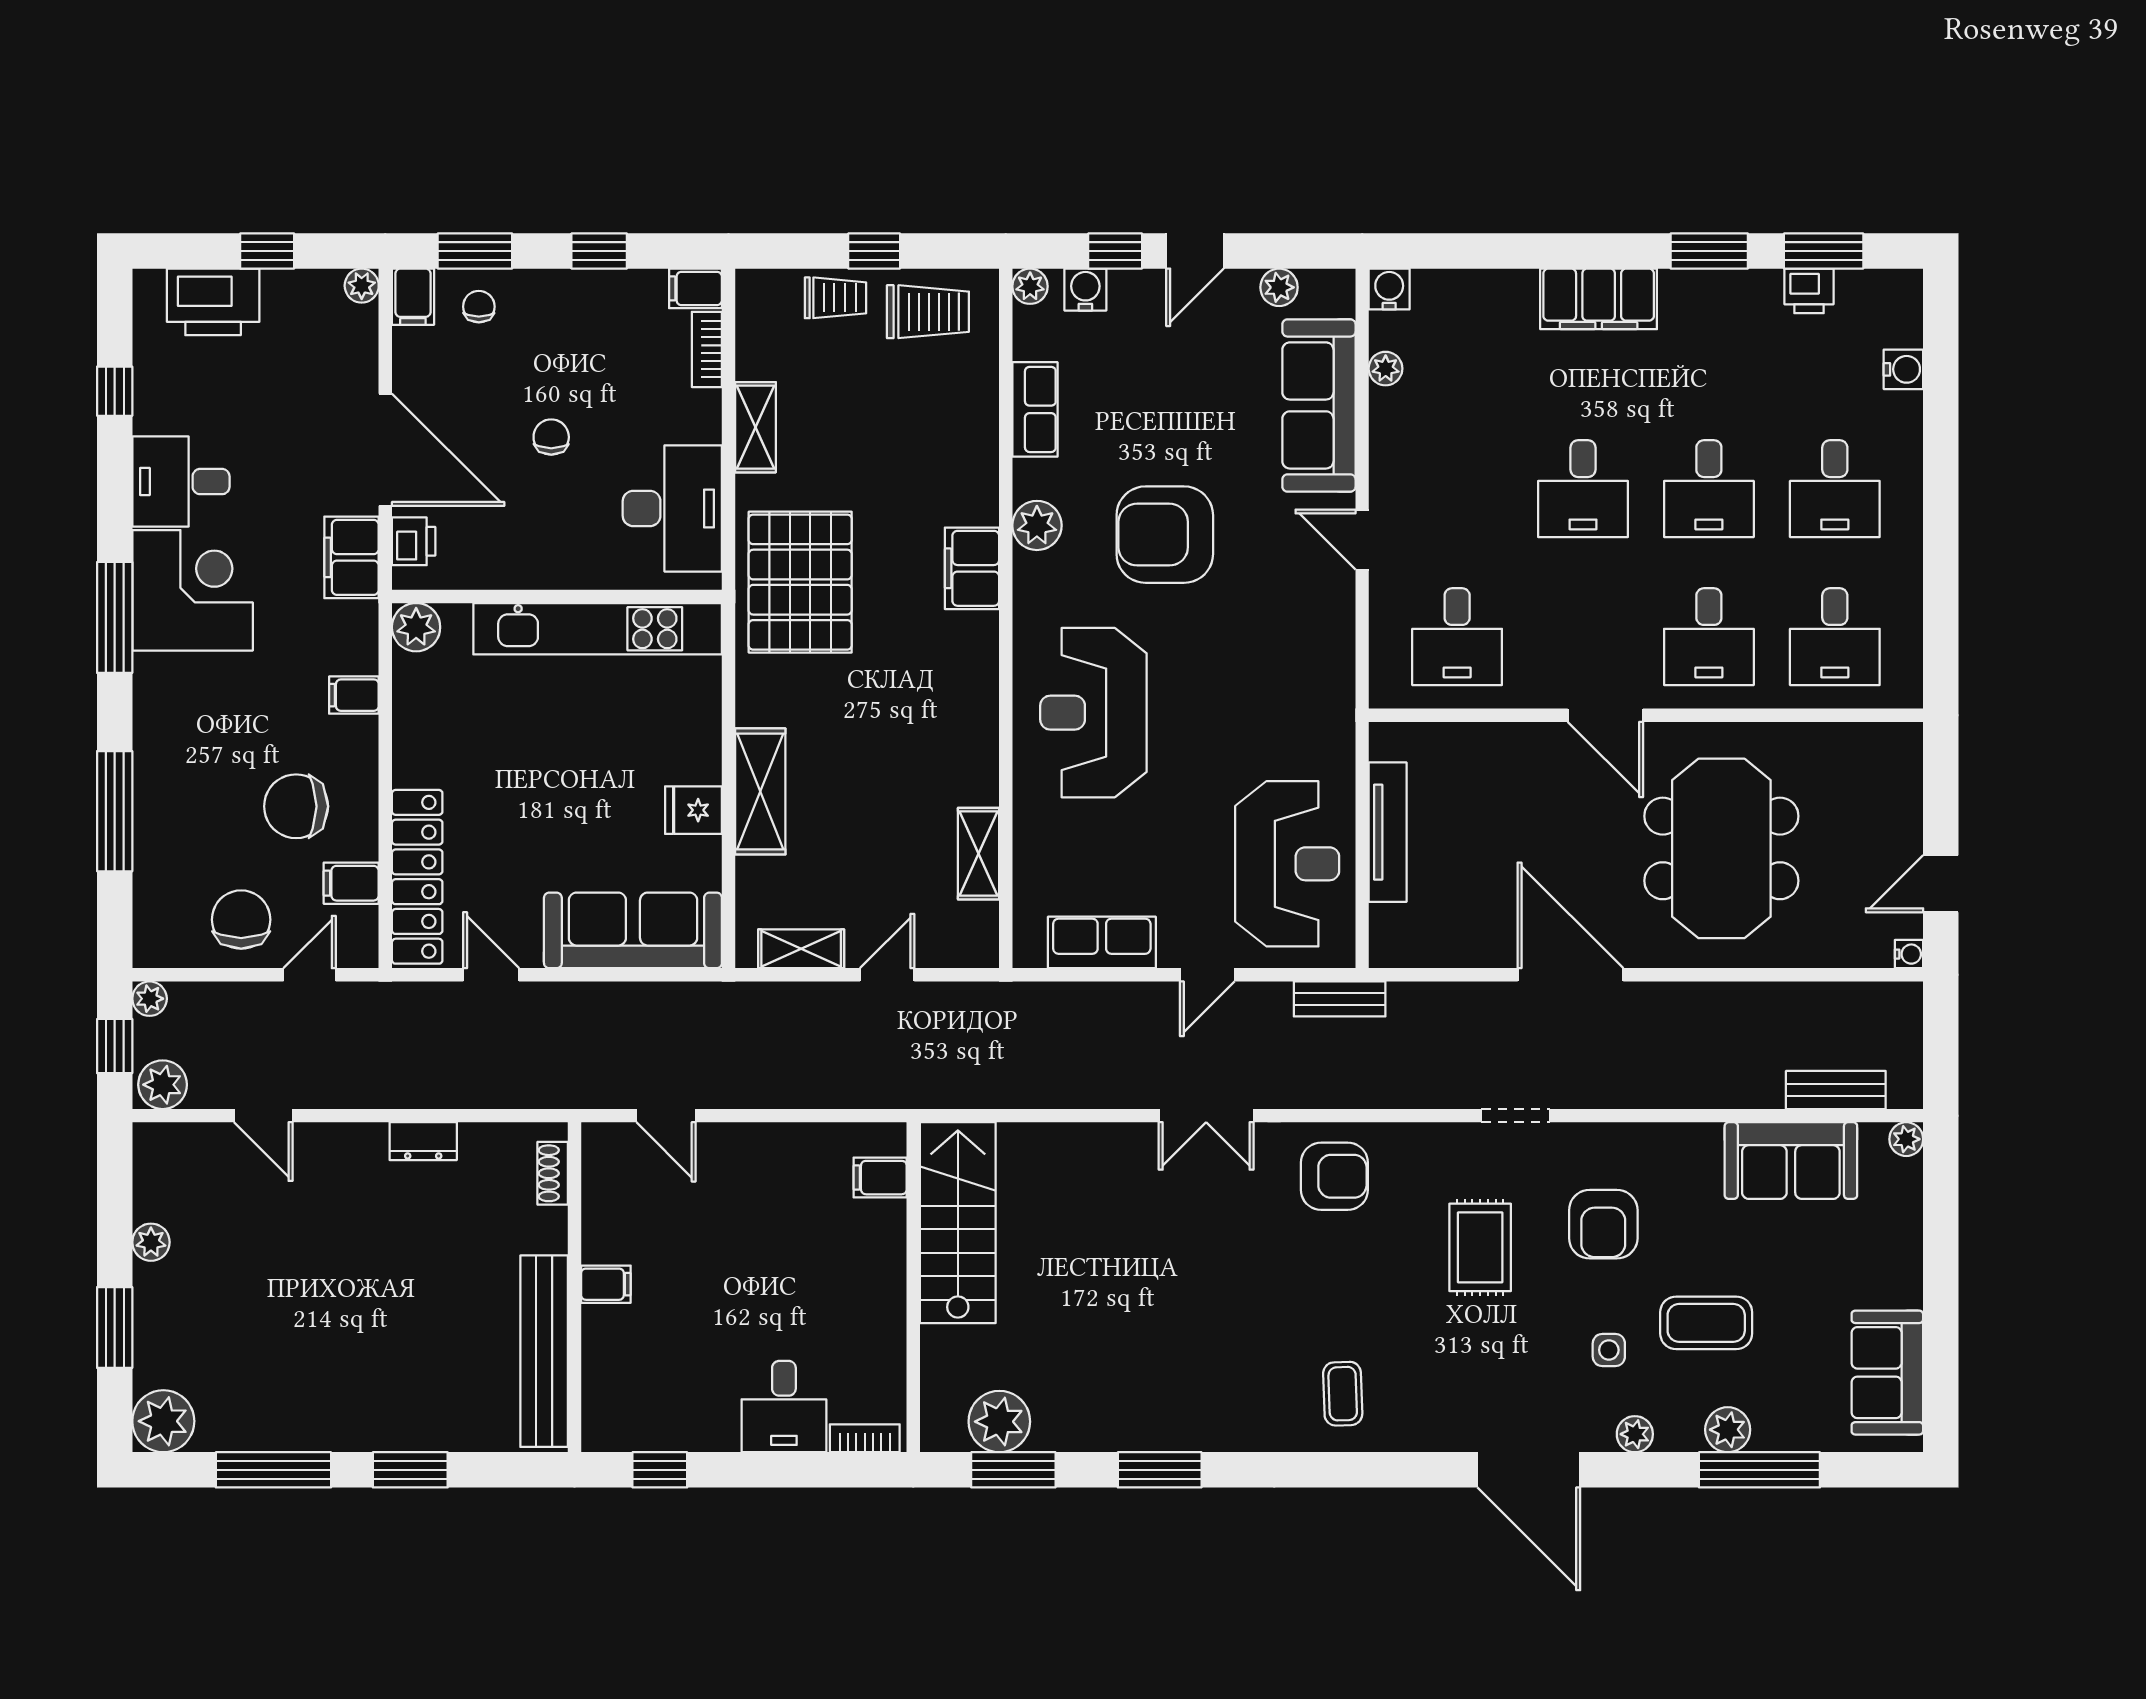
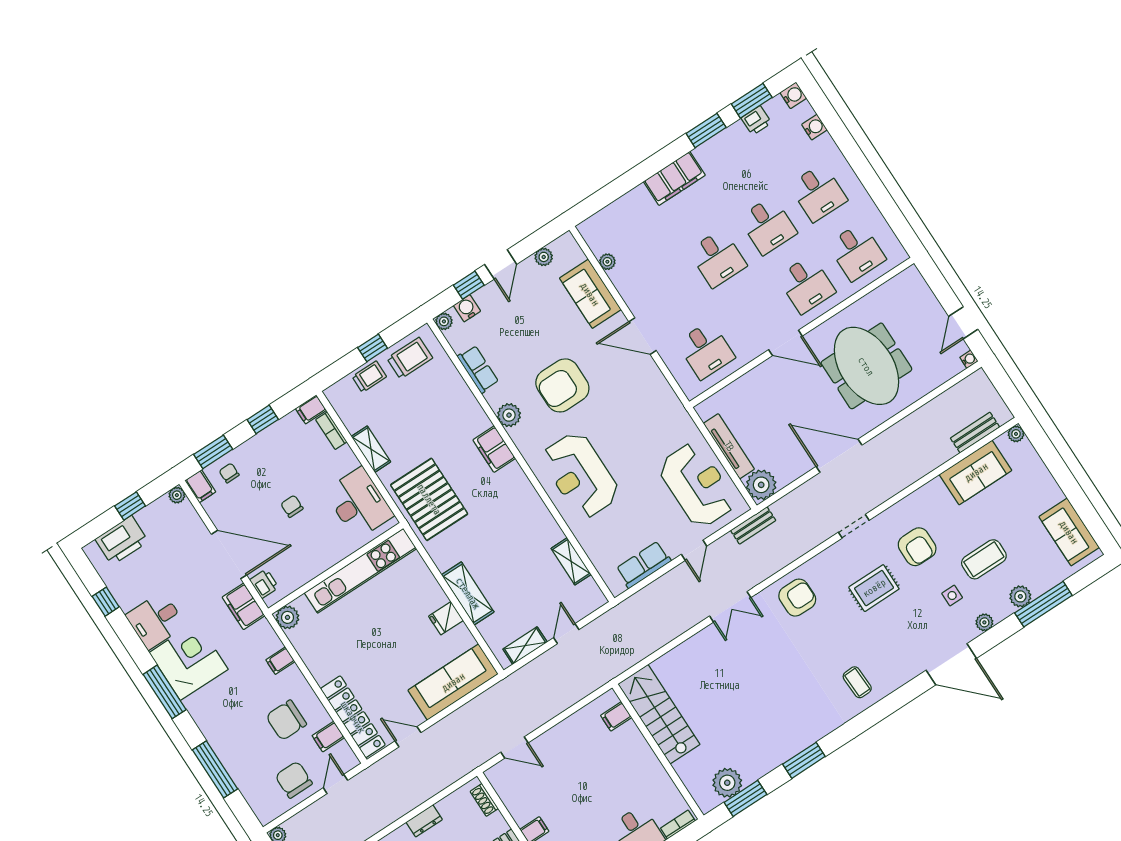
water cooler: (1389, 289) -> (793, 95), moved, turned 90
sofa: (1319, 405) -> (590, 294), width x0.73
door: (1362, 540) -> (643, 336), width x1.38
plant: (1400, 937) -> (761, 485), added
rug: (1480, 1247) -> (874, 588), turned 90

